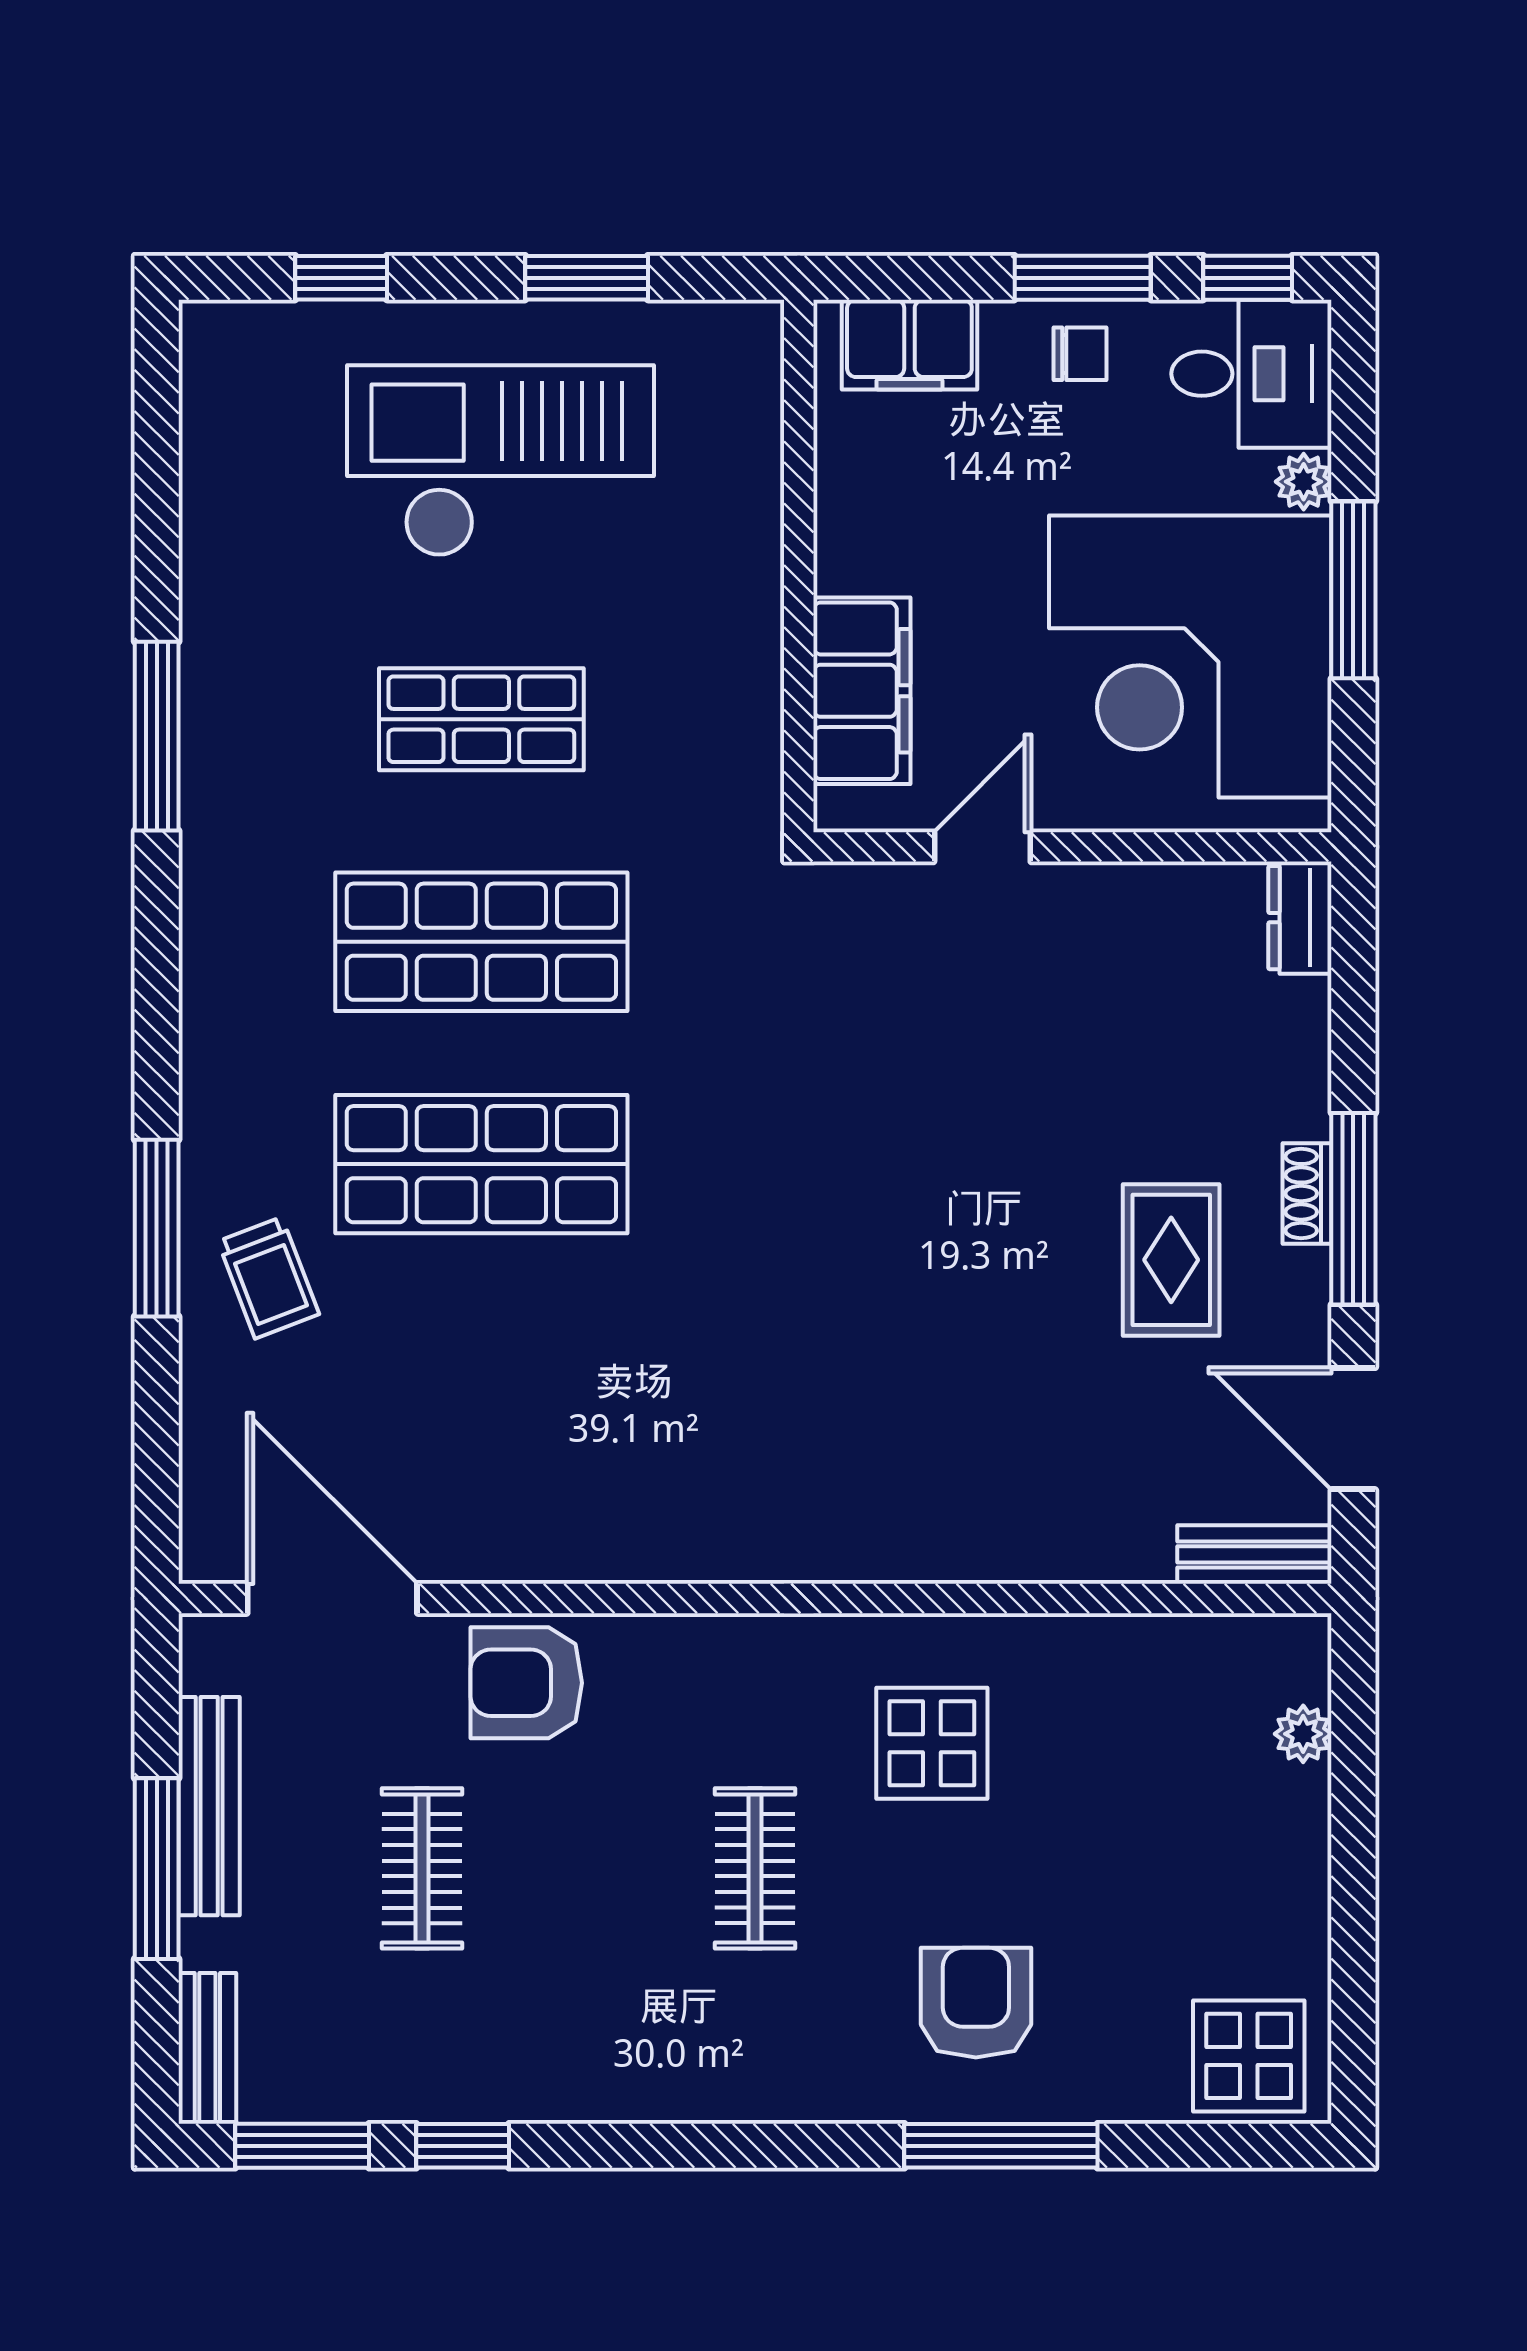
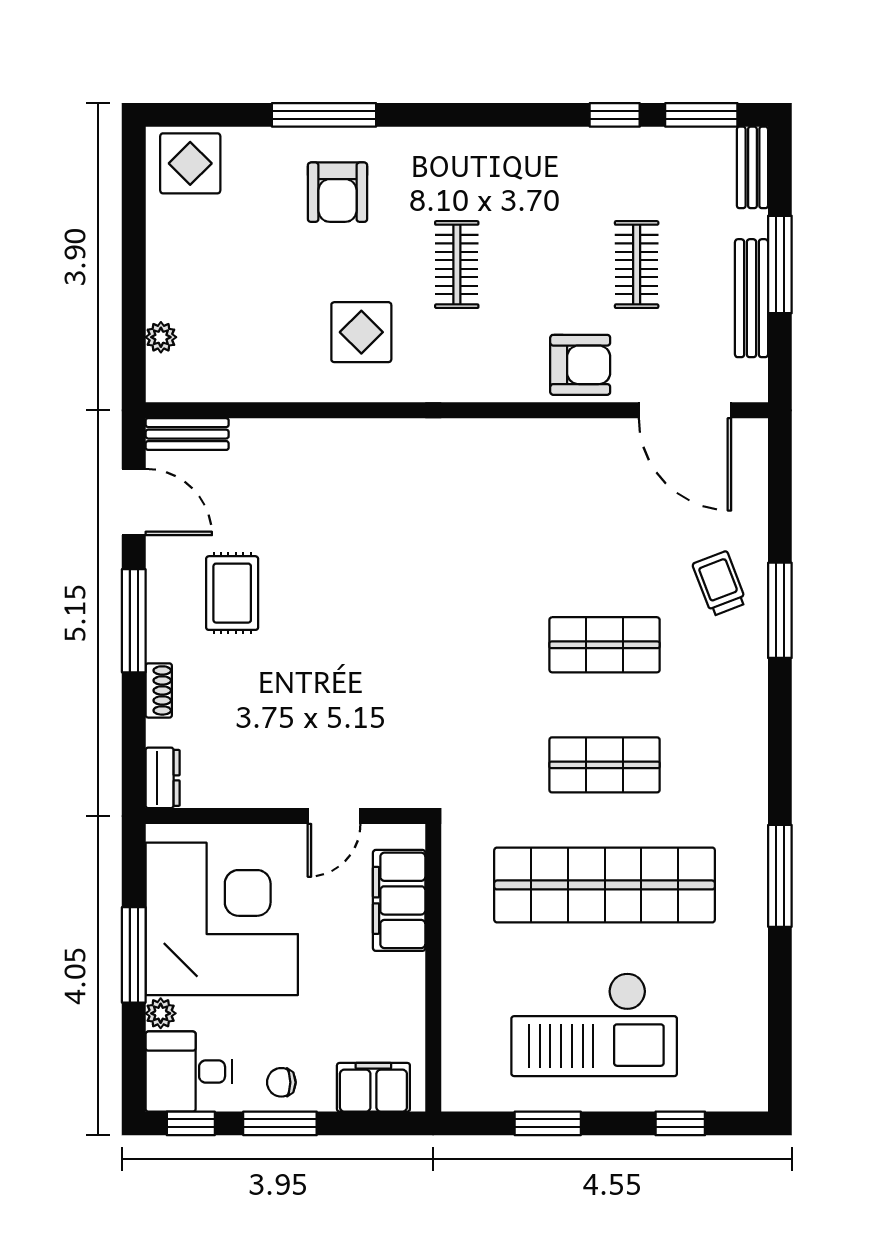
shop shelf: (481, 719) -> (605, 885), width x2.00, depth x1.36
shop shelf: (481, 942) -> (605, 765), width x0.70, depth x0.74
shop shelf: (481, 1164) -> (605, 645), width x0.70, depth x0.74
shoe rack: (1307, 1193) -> (159, 690), moved

